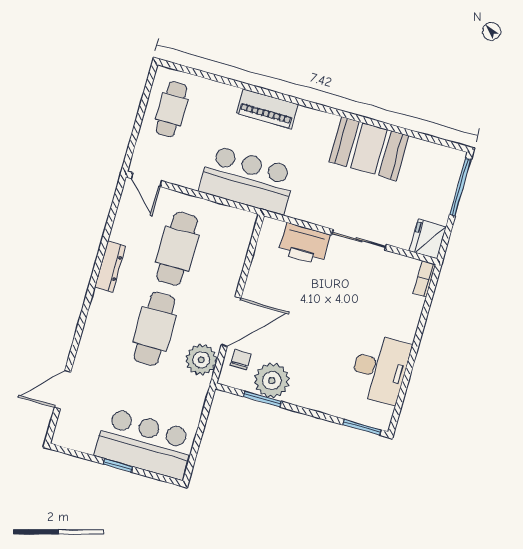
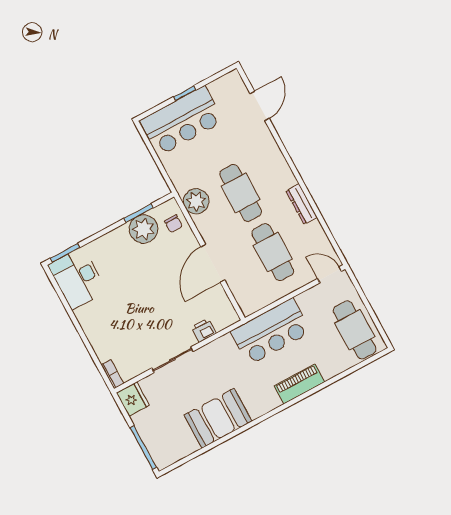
cafe table: (171, 109) -> (355, 330), width x1.37, depth x1.35
printer: (304, 244) -> (204, 330), width x0.53, depth x0.68
door: (231, 322) -> (213, 263), moved
desk: (380, 369) -> (77, 278), moved

